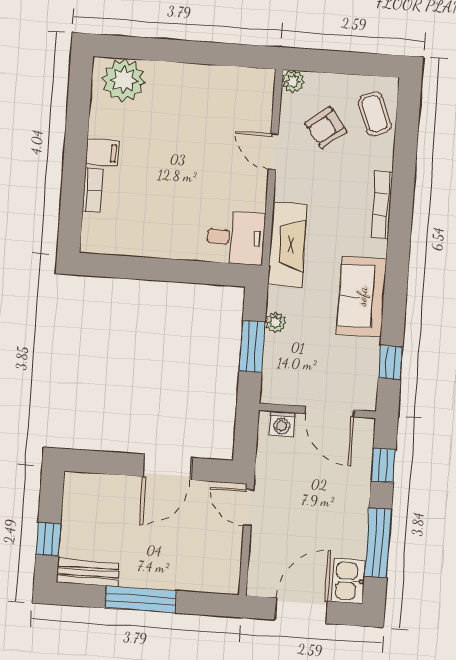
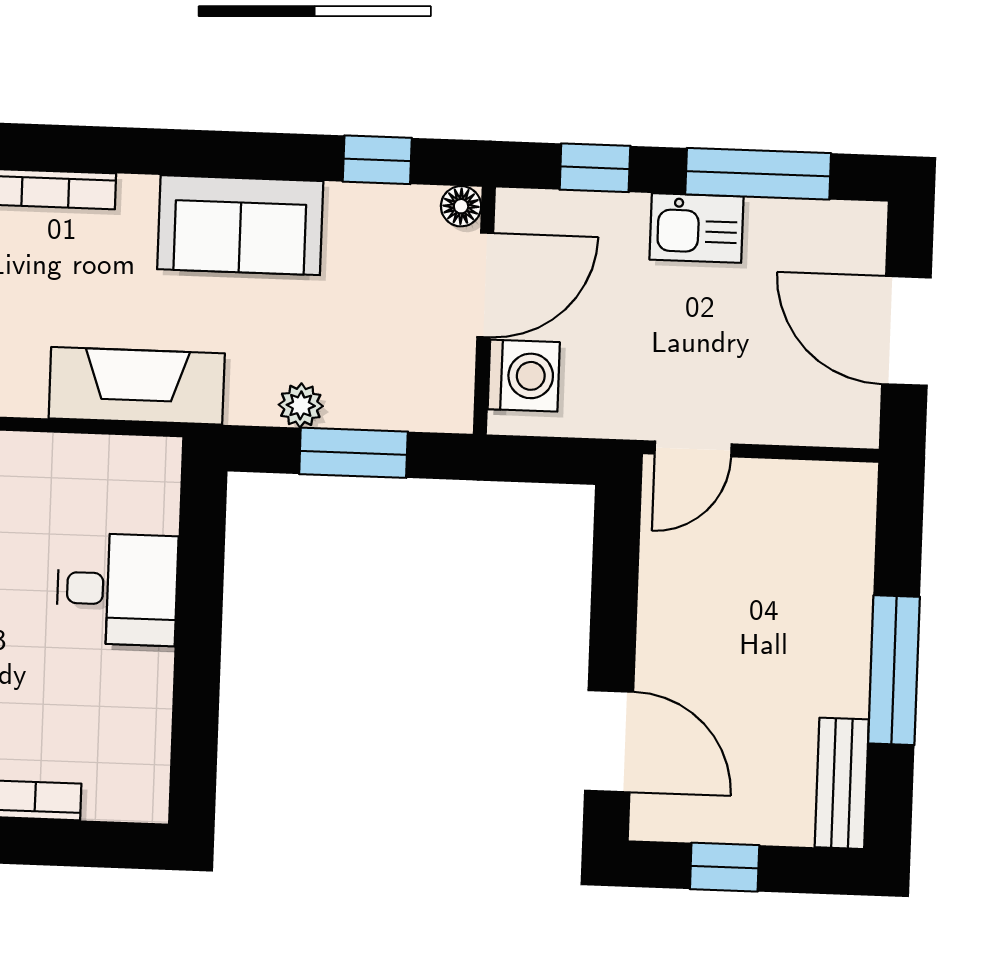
desk: (236, 238) -> (117, 589), moved, turned 90
floor lamp: (367, 401) -> (461, 206), added
washing machine: (282, 424) -> (524, 376), width x1.38, depth x1.38
door: (167, 467) -> (609, 741), moved
window: (48, 539) -> (725, 867), moved
kitchen sink: (348, 581) -> (696, 228), moved

